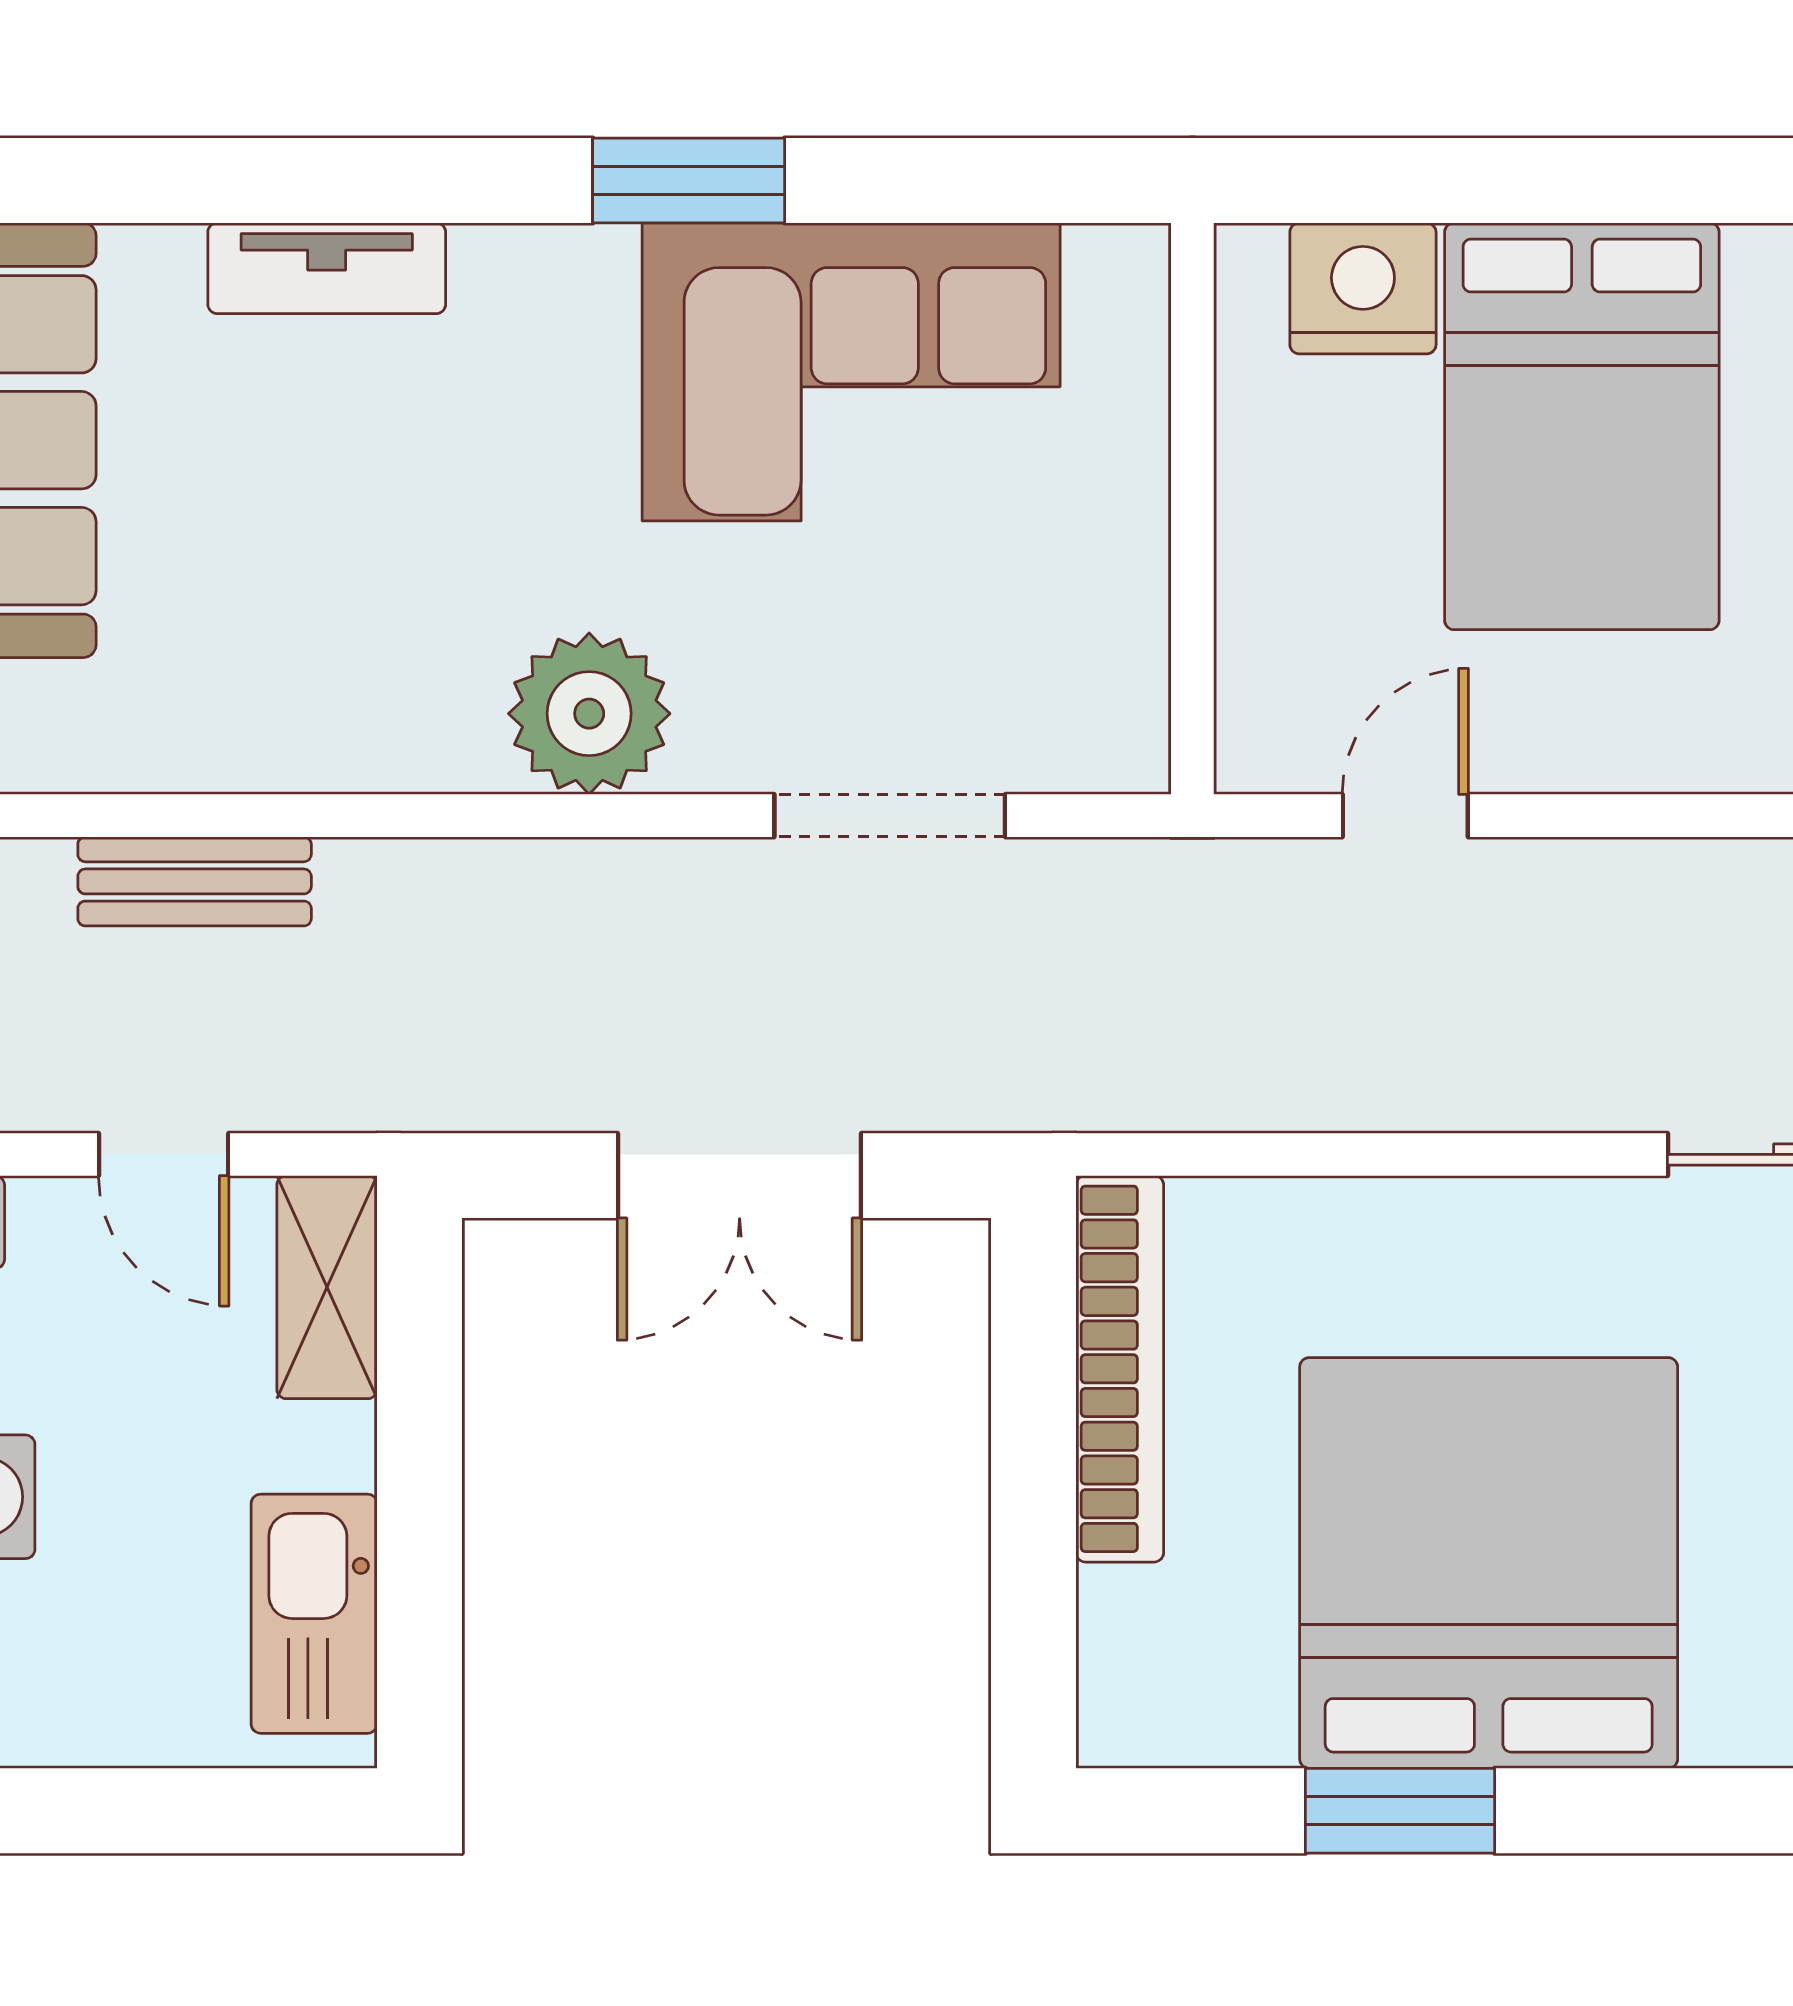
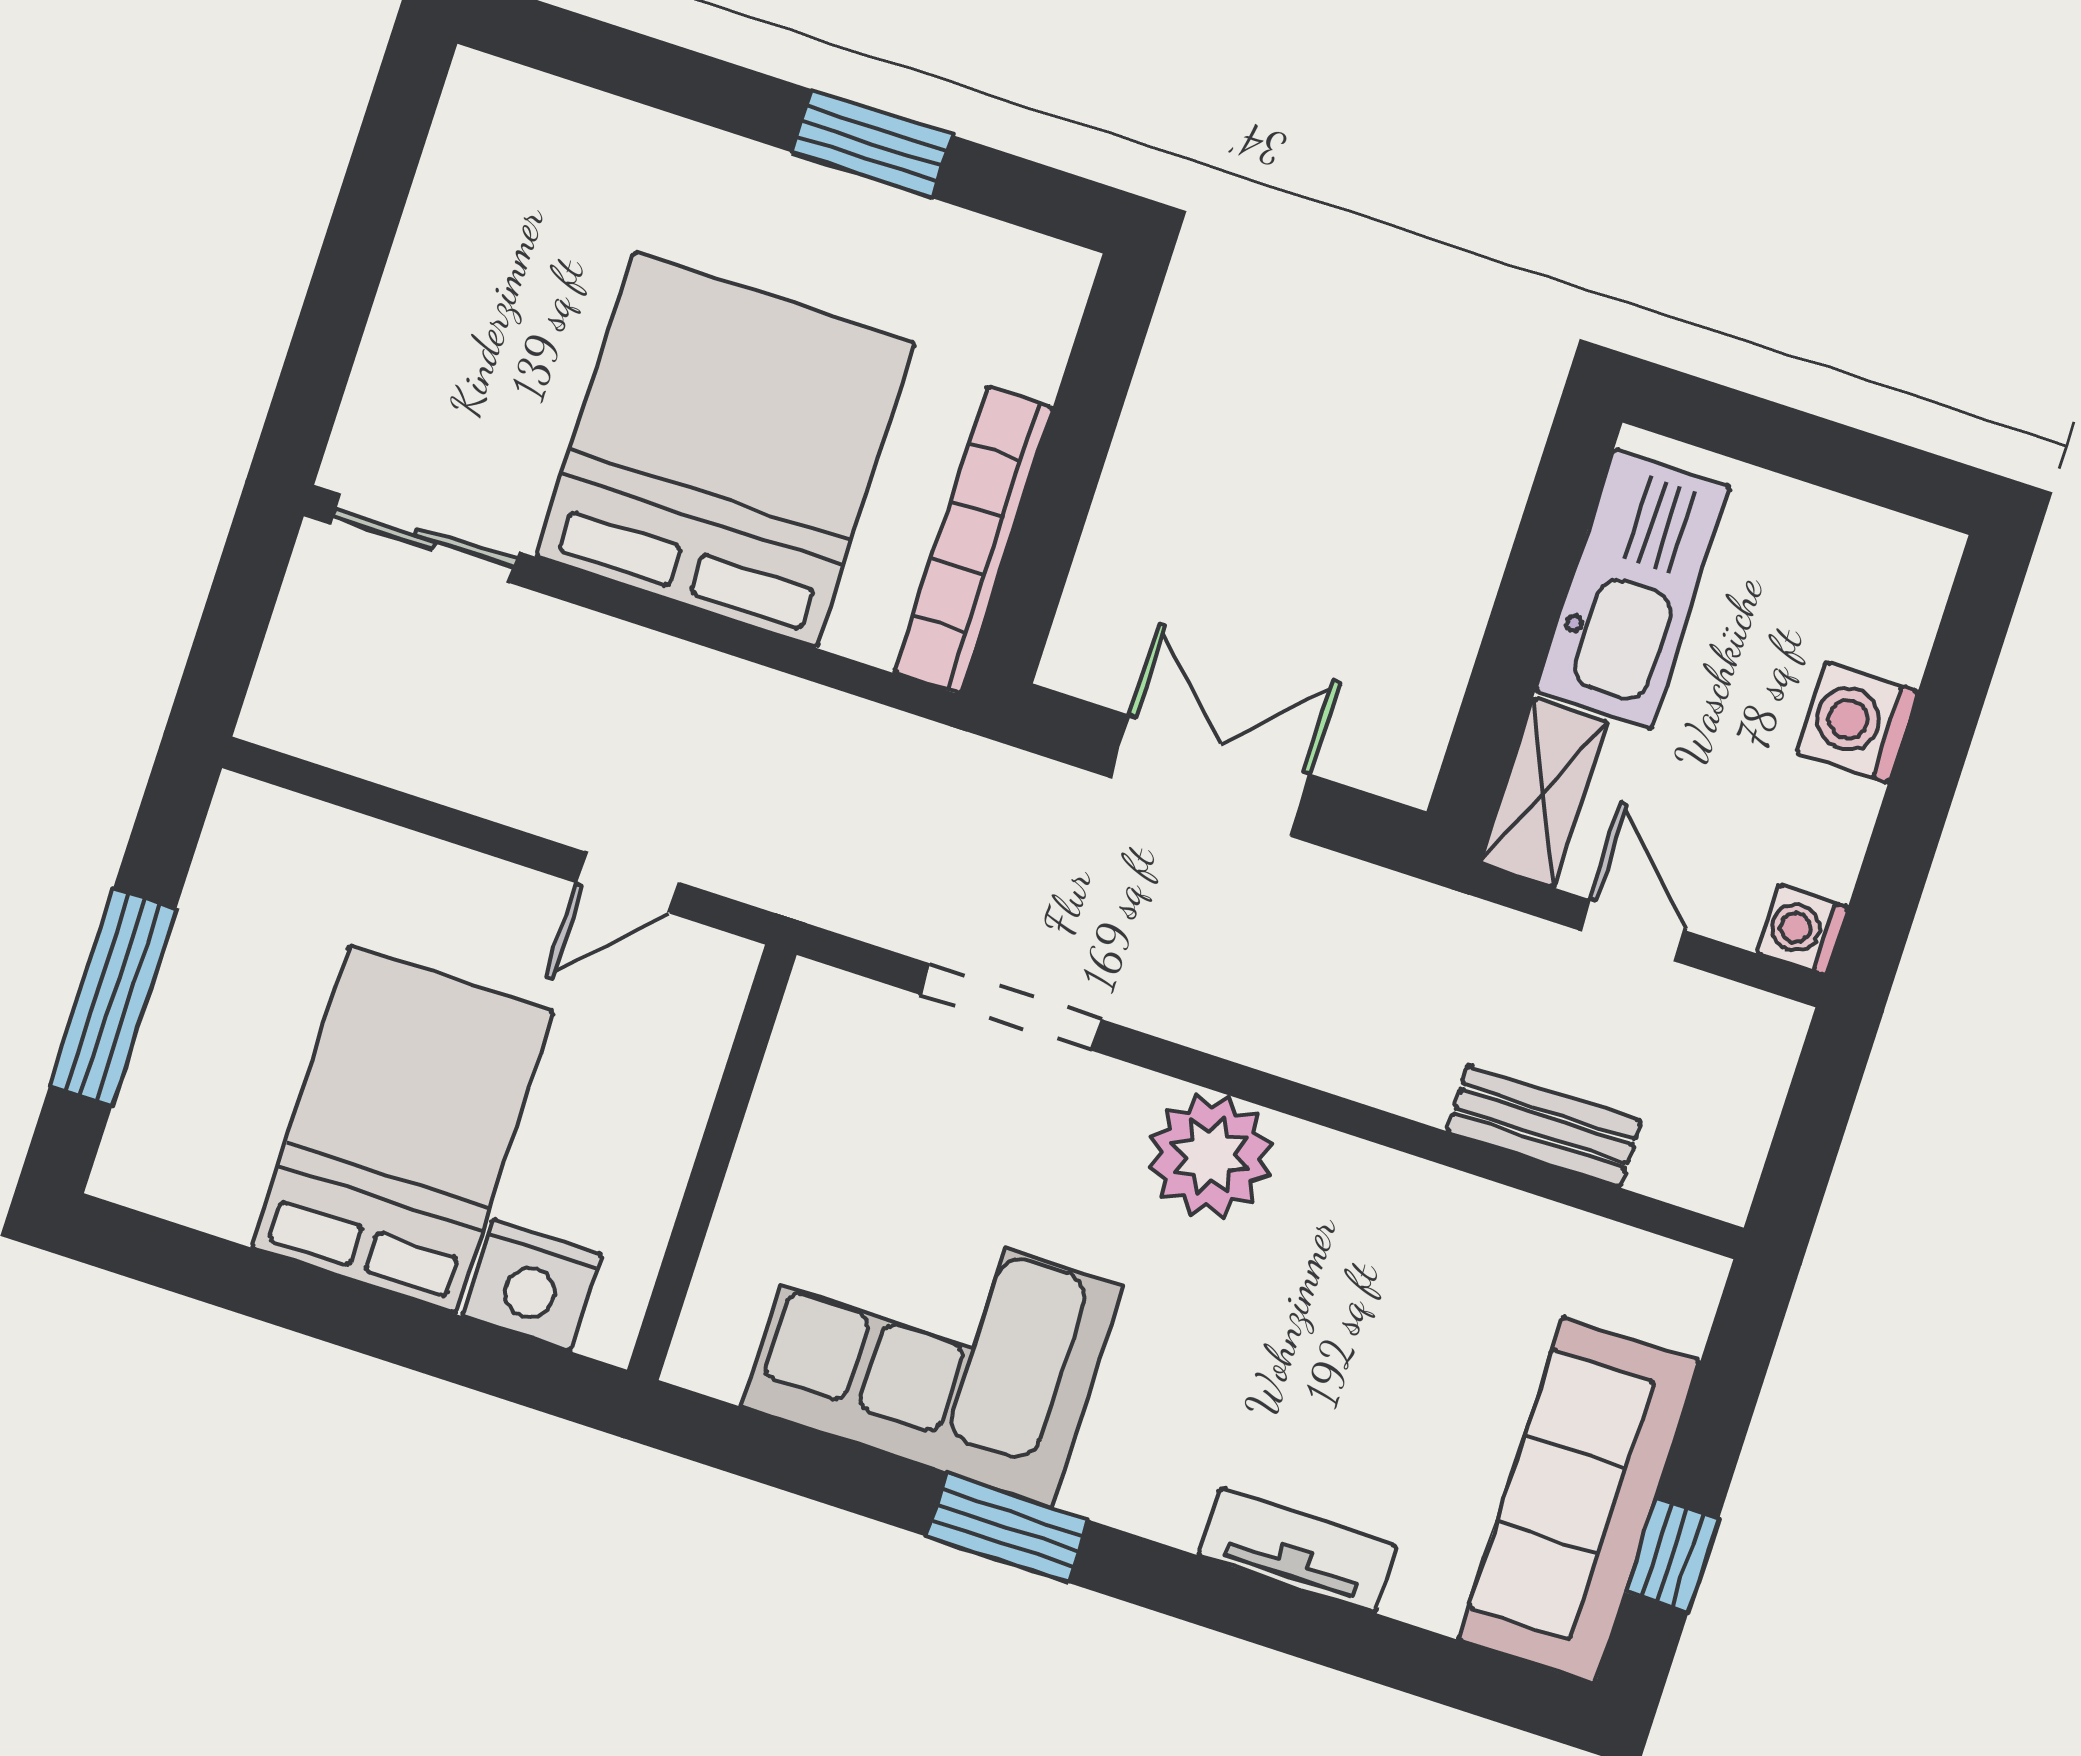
bed: (1489, 1563) -> (725, 449), moved, turned 180
kitchen sink: (314, 1614) -> (1633, 589), width x1.36, depth x1.24

